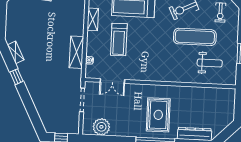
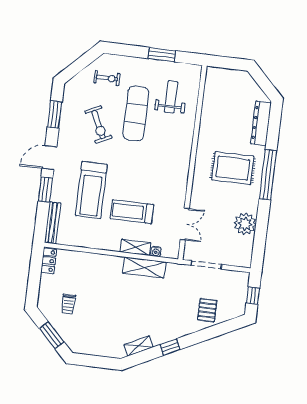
shelving: (93, 19) -> (136, 247), moved
treadmill: (119, 39) -> (132, 212), turned 180
pallet: (47, 103) -> (207, 310), added
plant: (101, 127) -> (245, 224), moved

